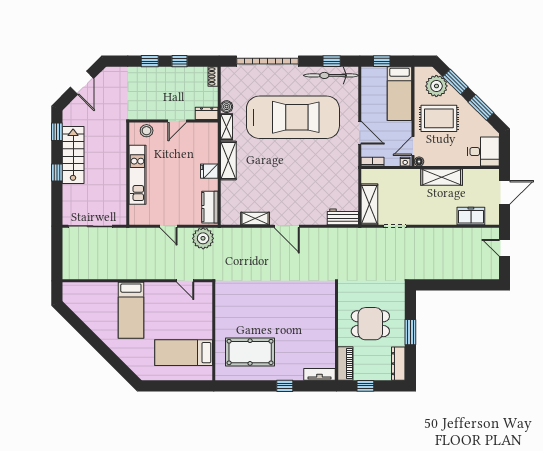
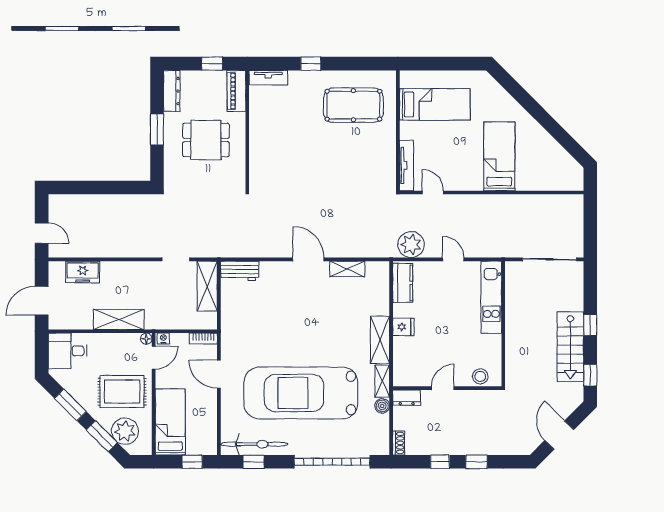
kitchen unit: (137, 175) -> (491, 297), moved
tv unit: (207, 303) -> (406, 165), added

